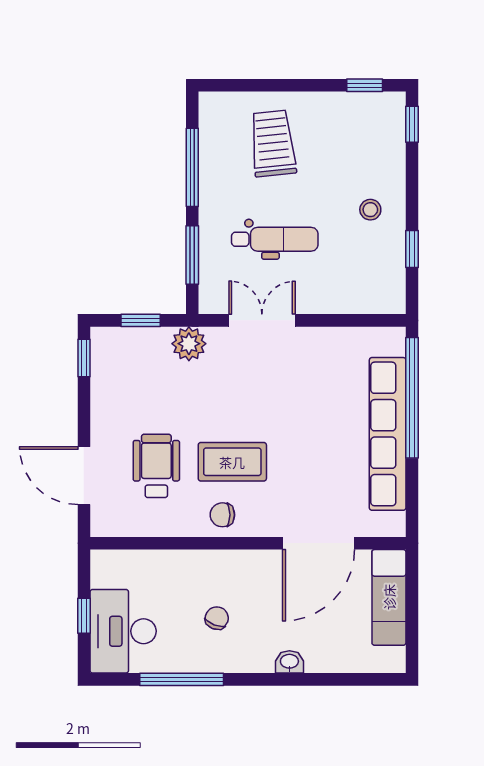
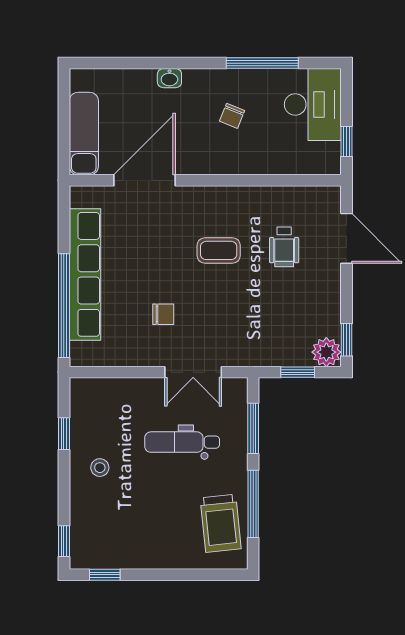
trolley: (273, 143) -> (221, 523), moved
plant: (189, 344) -> (326, 352), moved
coffee table: (232, 462) -> (219, 250), width x0.73, depth x0.77
wheelchair: (156, 466) -> (284, 247), width x0.73, depth x0.73
chair: (222, 515) -> (163, 314), moved
window: (84, 616) -> (346, 142), moved

